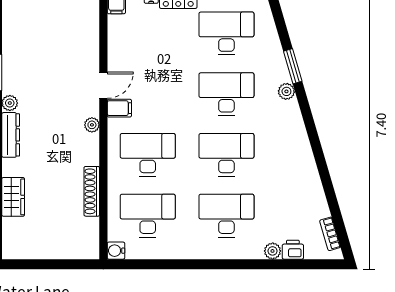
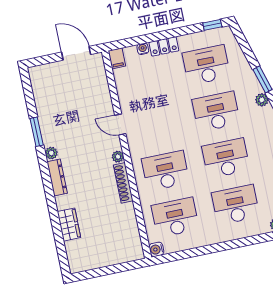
door: (103, 85) -> (120, 124), swing flipped
filing cabinet: (119, 108) -> (136, 139), removed
shoe rack: (92, 191) -> (123, 183), moved

